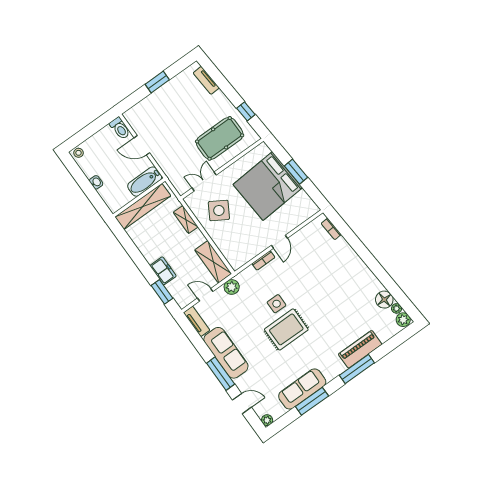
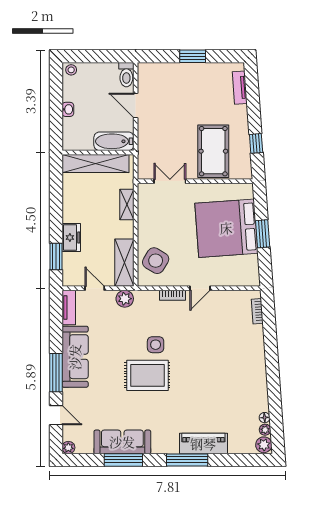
pool table: (220, 138) -> (213, 151), turned 90
side table: (219, 210) -> (156, 261), moved
floor lamp: (384, 300) -> (265, 418), width x0.53, depth x0.53

